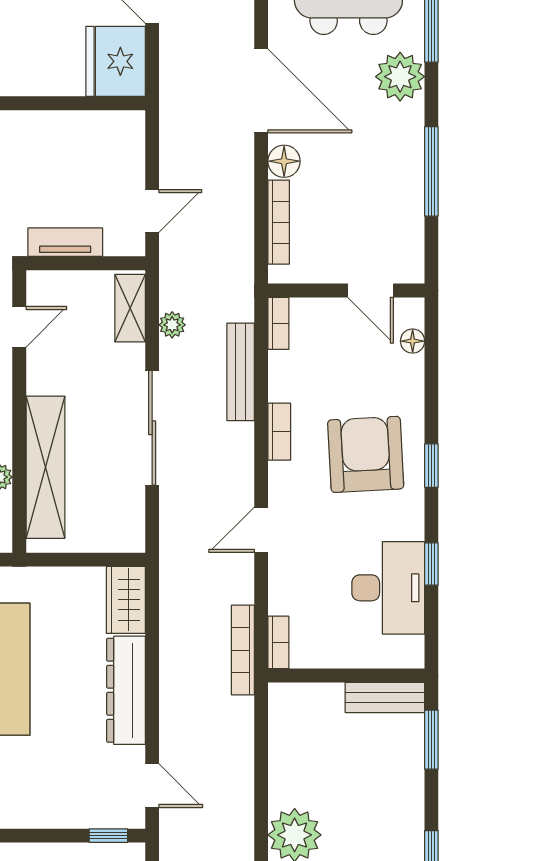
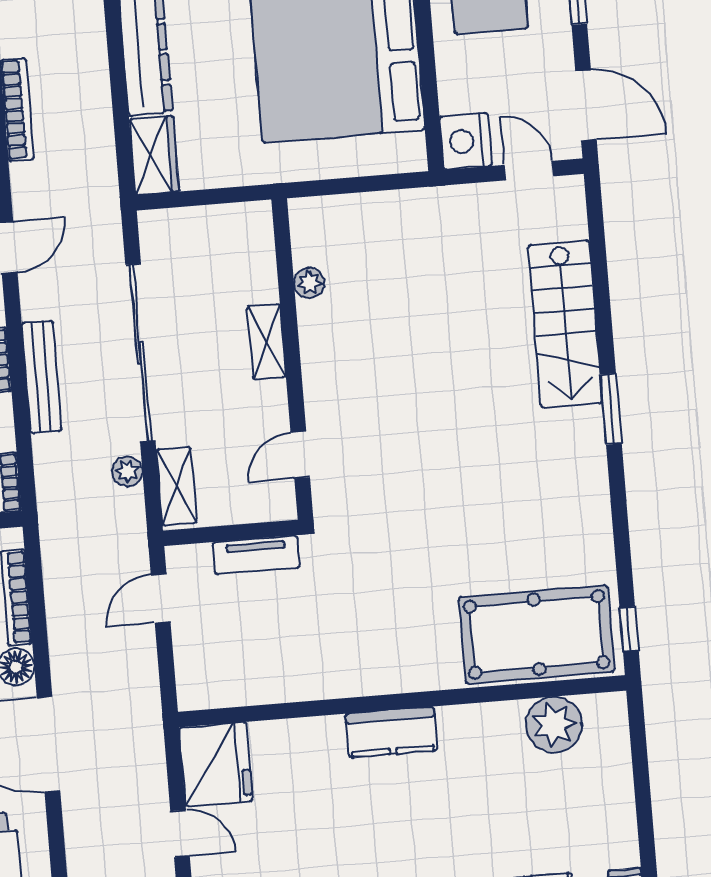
bench: (241, 372) -> (42, 377), moved
sliding door: (152, 428) -> (140, 353), width x1.36
shelving: (45, 467) -> (267, 342), width x0.45, depth x0.75

